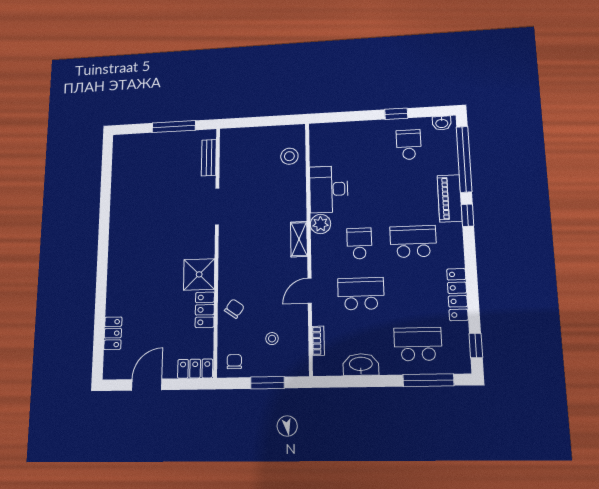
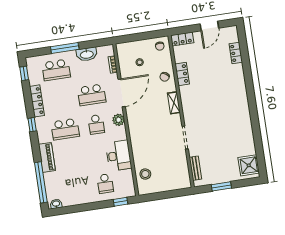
window: (396, 114) -> (121, 202), moved
window: (174, 127) -> (221, 186), width x0.69
school desk: (409, 145) -> (105, 184), moved
window: (468, 215) -> (32, 125), moved
plant: (321, 224) -> (119, 120), moved
shelving: (299, 239) -> (174, 103), moved
shower: (199, 274) -> (249, 165), moved
door: (310, 291) -> (122, 93), width x1.87
window: (428, 380) -> (65, 48), moved
window: (267, 383) -> (139, 37), removed

